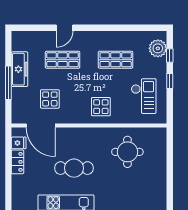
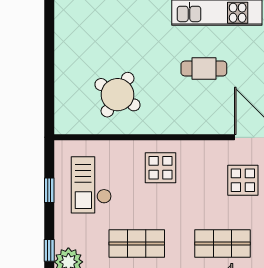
window: (170, 81) -> (49, 190), moved
round table: (127, 152) -> (118, 95), turned 32
cafe table: (74, 168) -> (204, 68), width x0.73, depth x0.74

